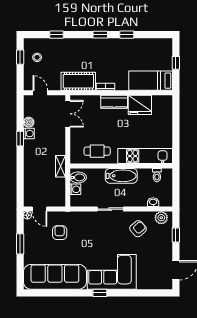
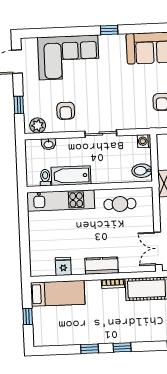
fridge: (140, 105) -> (63, 266), width x0.53, depth x0.75
bathtub: (121, 176) -> (71, 176), moved
washing machine: (75, 189) -> (144, 141), moved
armchair: (138, 229) -> (66, 111), turned -49
corner sofa: (112, 272) -> (69, 58), moved

